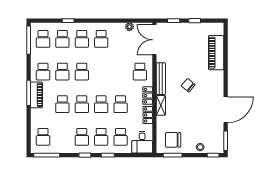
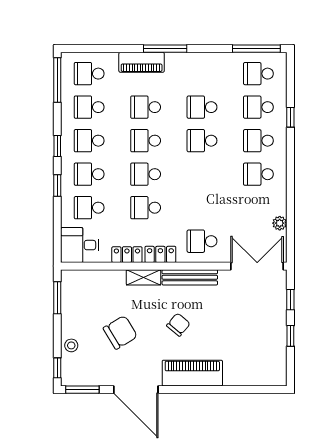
piano: (216, 53) -> (192, 373), moved
school desk: (43, 72) -> (89, 107), moved
piano: (36, 95) -> (142, 62), moved
chair: (173, 140) -> (120, 332), moved, turned 59

